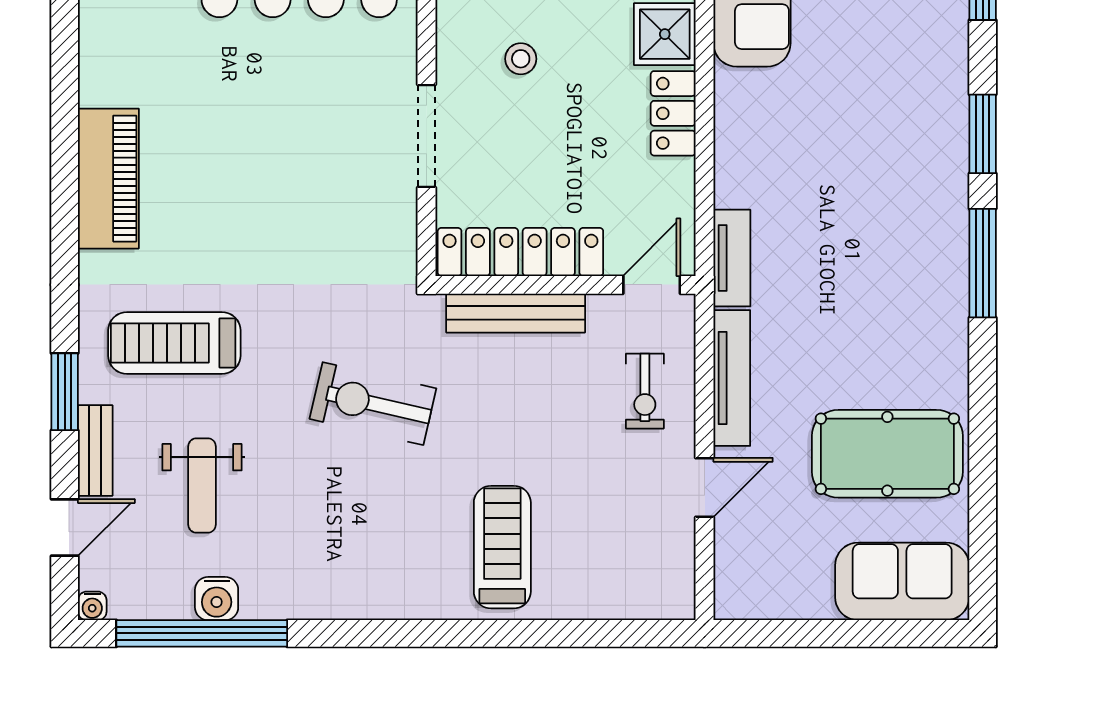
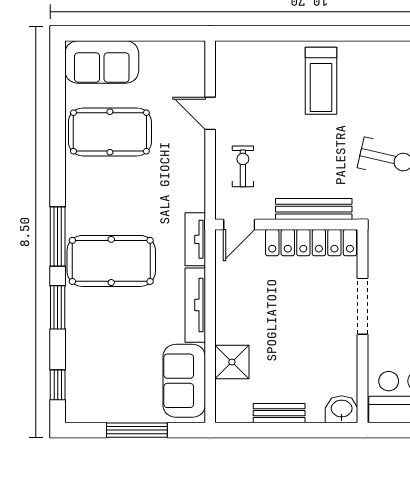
stool: (521, 59) -> (311, 349), removed
locker: (673, 113) -> (227, 319), removed
pool table: (885, 218) -> (111, 261), added
tv unit: (732, 378) -> (195, 305), moved
door: (705, 487) -> (210, 113), hinge flipped

